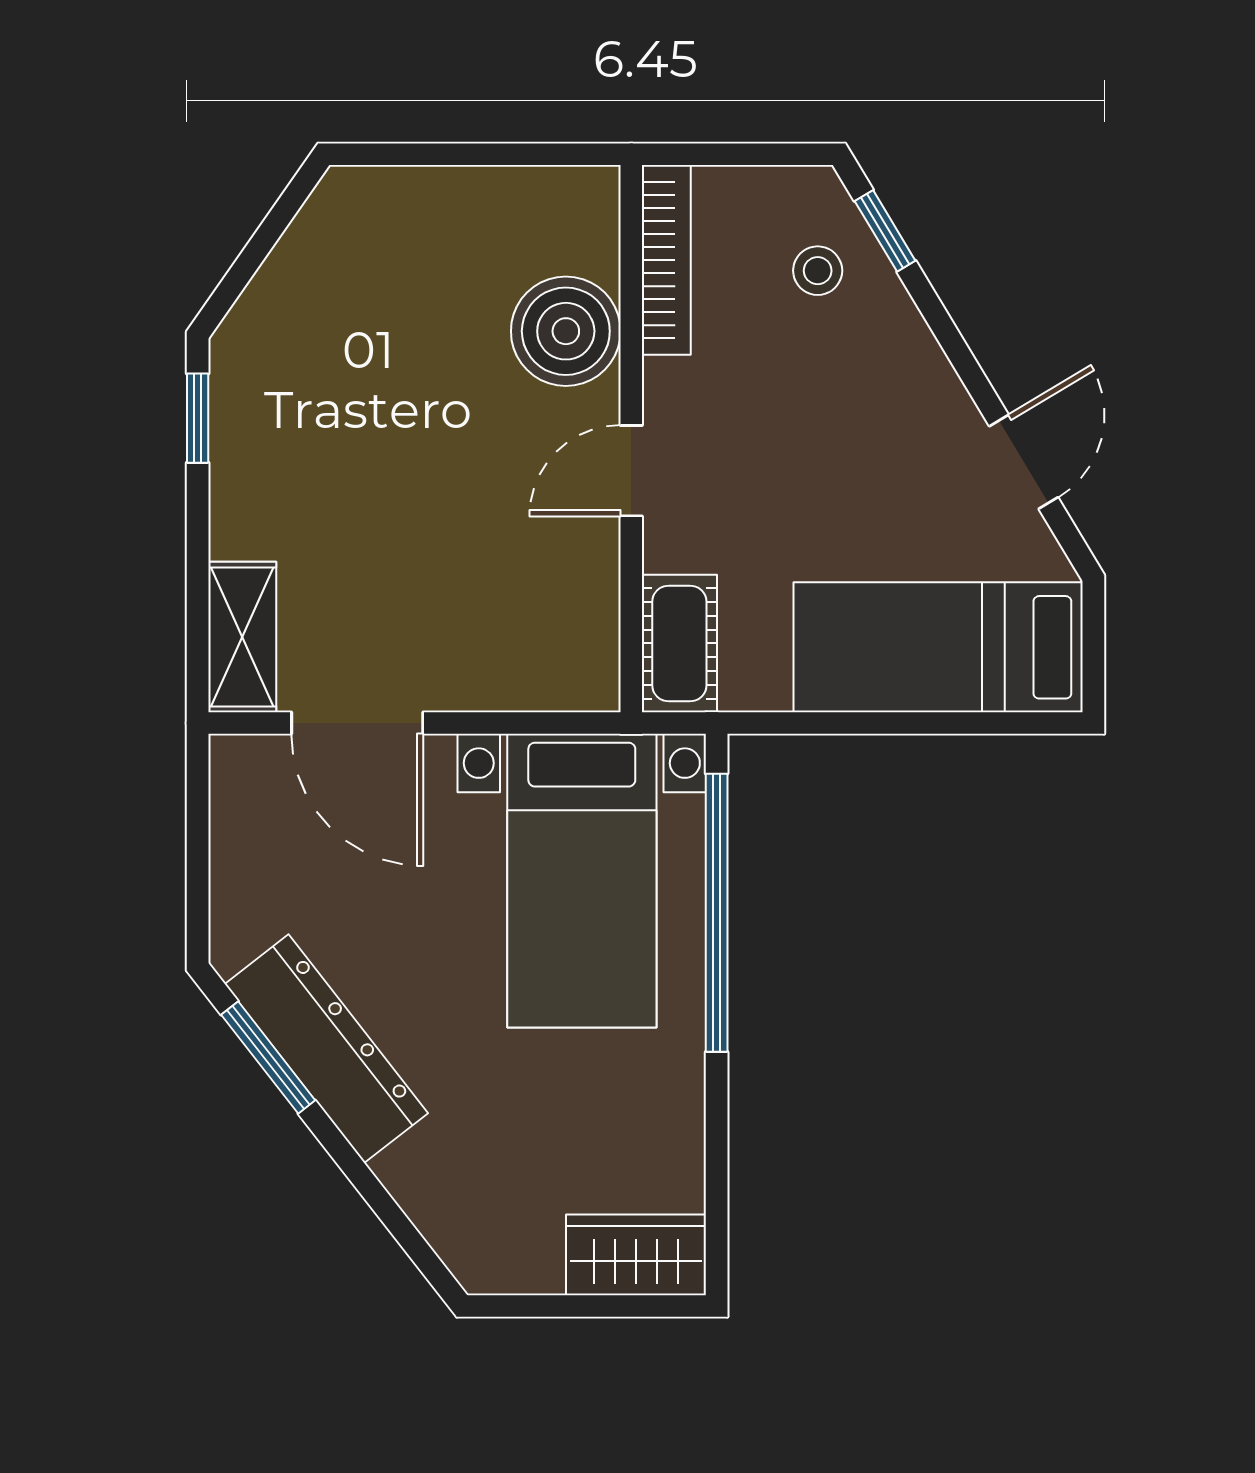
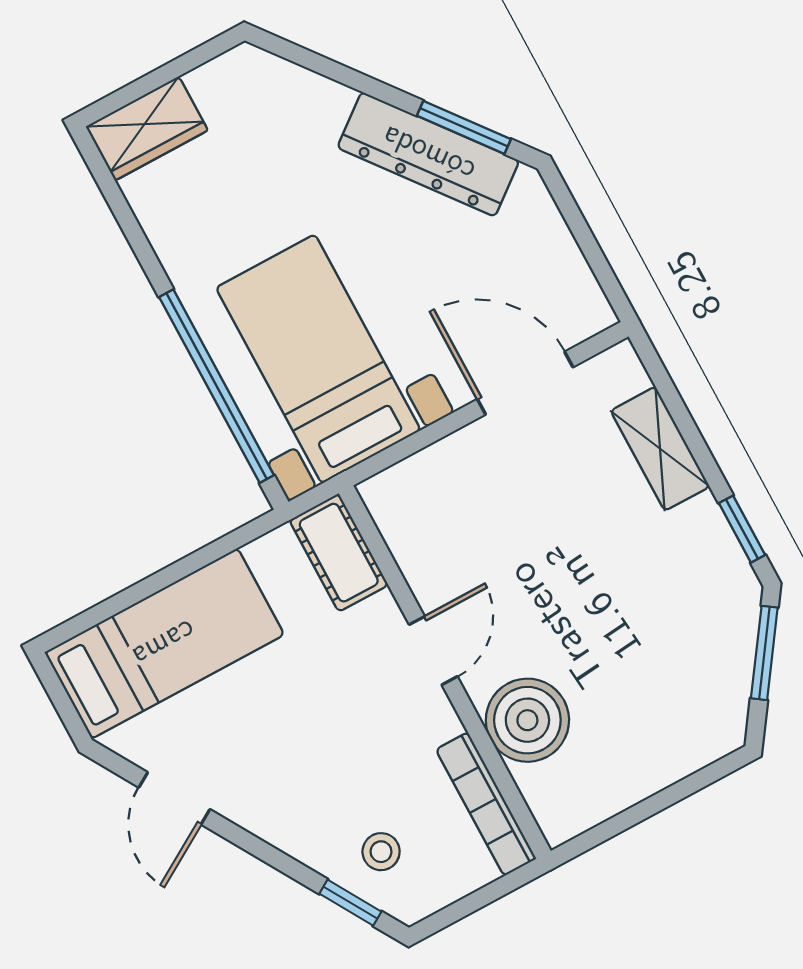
window: (249, 261) -> (764, 653), added
shelving: (242, 637) -> (660, 449), moved

